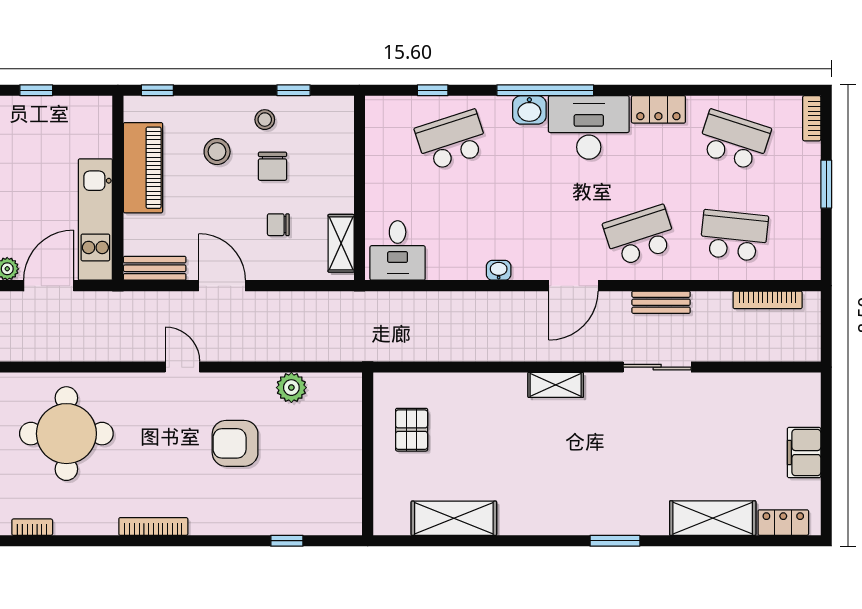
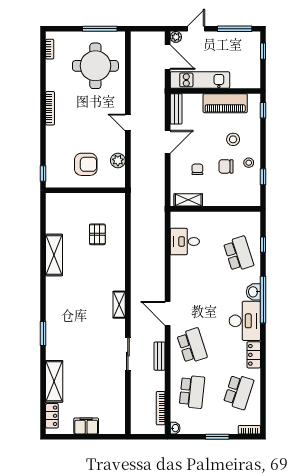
desk: (398, 250) -> (185, 242), moved
washbasin: (499, 270) -> (175, 428), moved
door: (182, 367) -> (128, 122), swing flipped
plant: (291, 388) -> (118, 161), moved
pallet: (412, 430) -> (97, 234), turned 90
armchair: (235, 443) -> (86, 164), moved, turned 90
wall: (368, 454) -> (85, 190), moved

